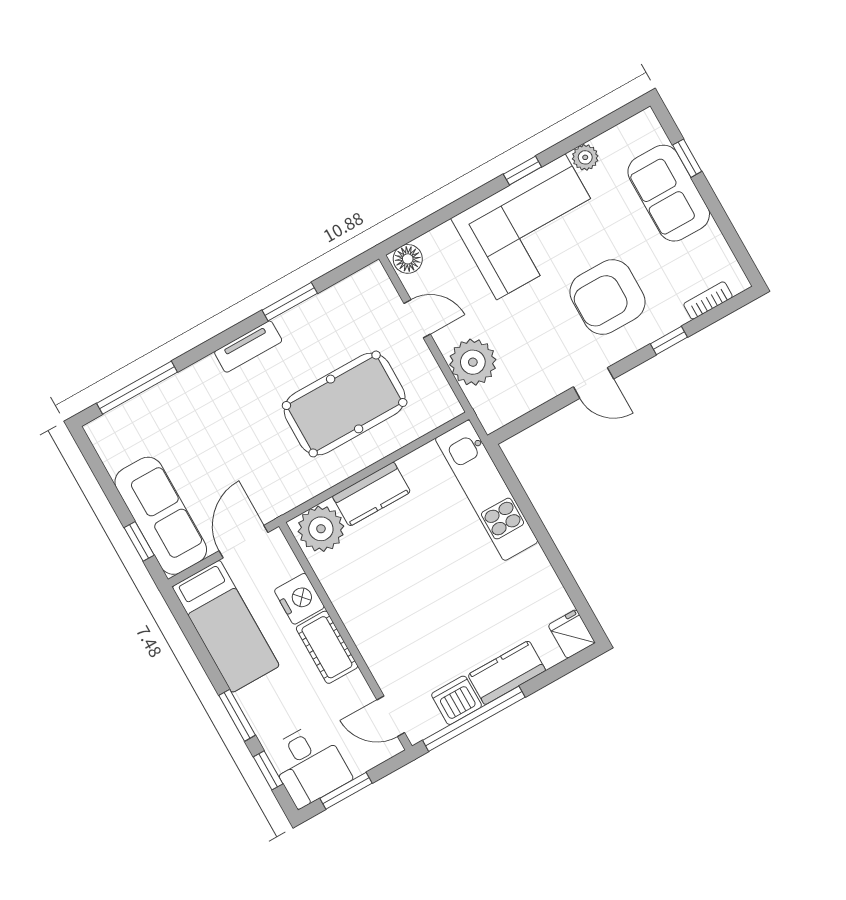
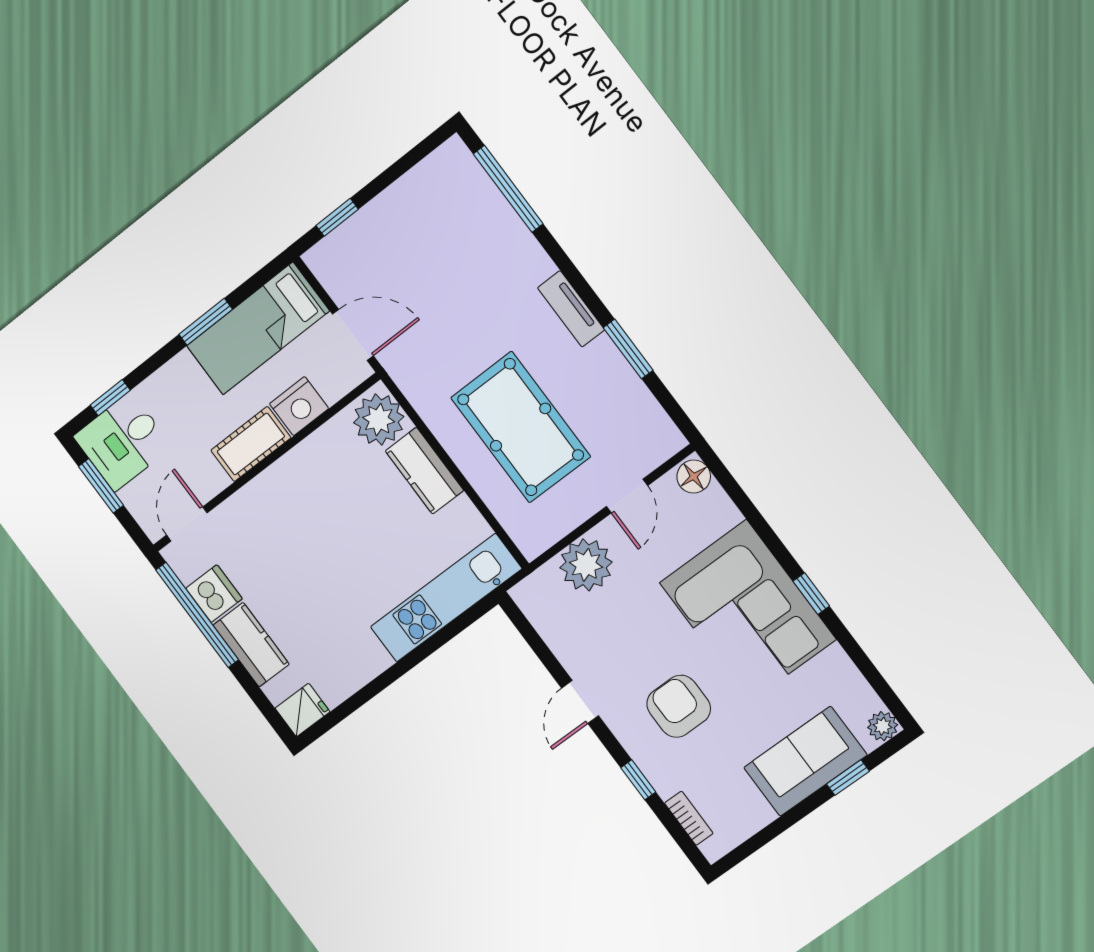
plant: (585, 157) -> (883, 726), moved
armchair: (607, 297) -> (679, 706), width x0.73, depth x0.73
sofa: (161, 516) -> (369, 238), removed
window: (237, 715) -> (206, 322), moved

